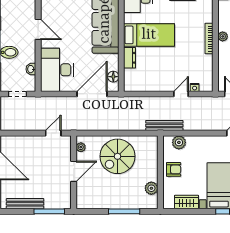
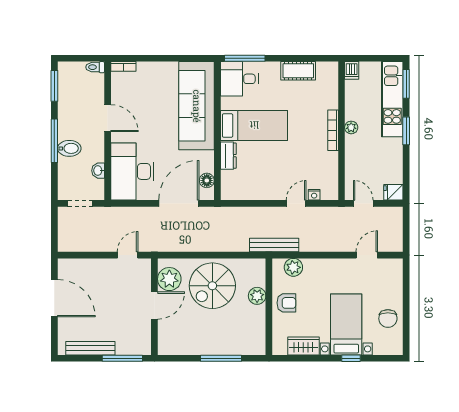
plant: (81, 147) -> (169, 279), width x1.88, depth x1.88
plant: (151, 188) -> (257, 296), moved

